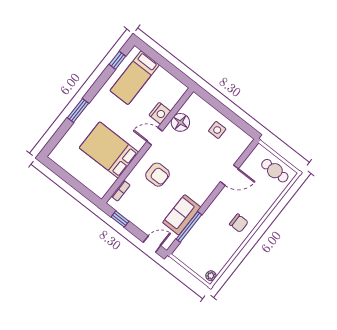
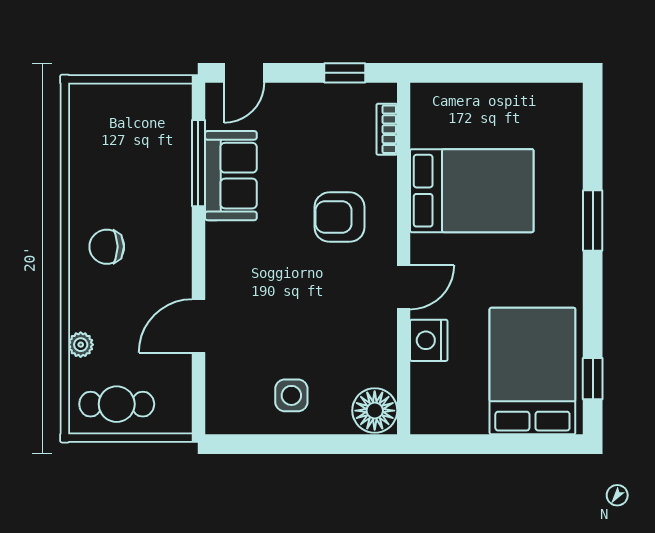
bed: (135, 78) -> (532, 371), width x1.50
floor lamp: (180, 122) -> (375, 411), moved
plant: (211, 276) -> (81, 345), moved

